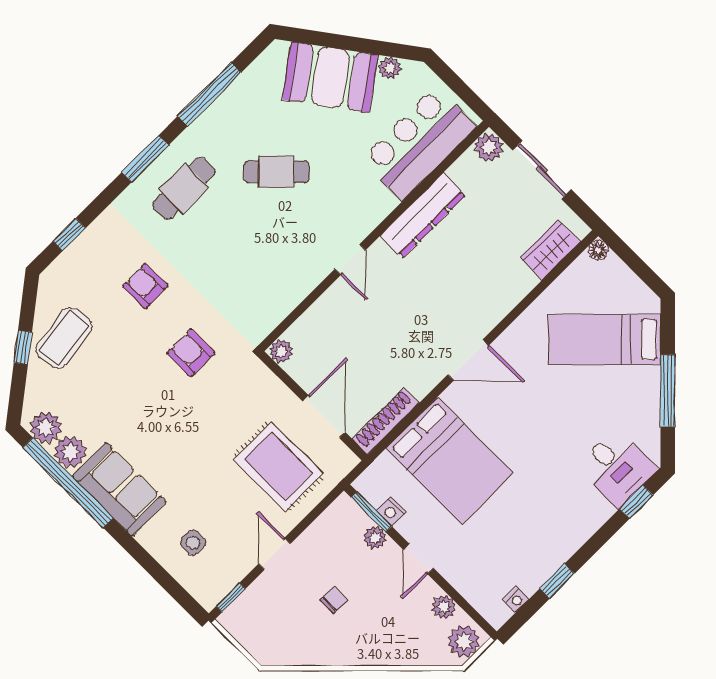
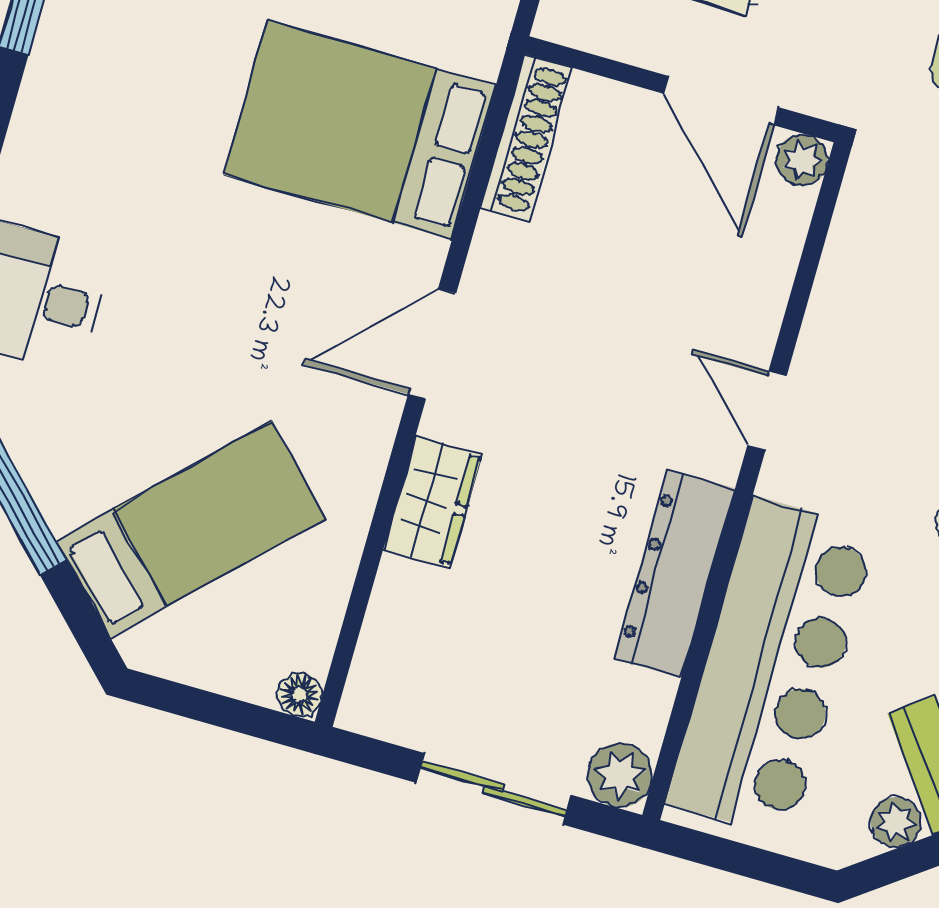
bar counter: (419, 143) -> (772, 667), width x1.36
wardrobe: (550, 250) -> (432, 502), moved
door: (324, 417) -> (721, 101), moved

